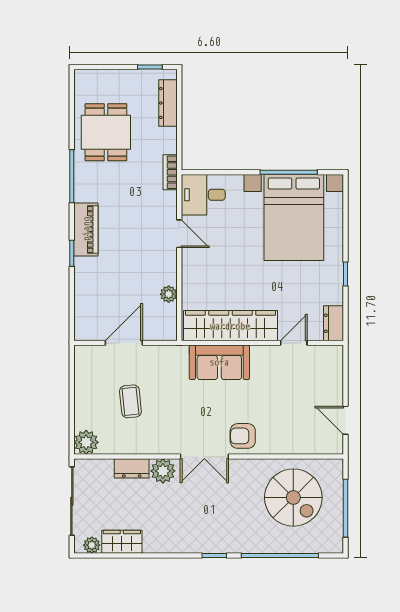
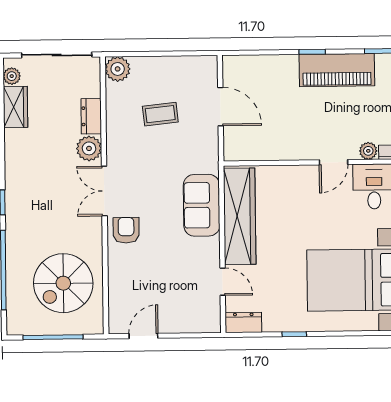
piano: (86, 229) -> (337, 70), width x1.37, depth x1.33
plant: (169, 294) -> (368, 151), moved

